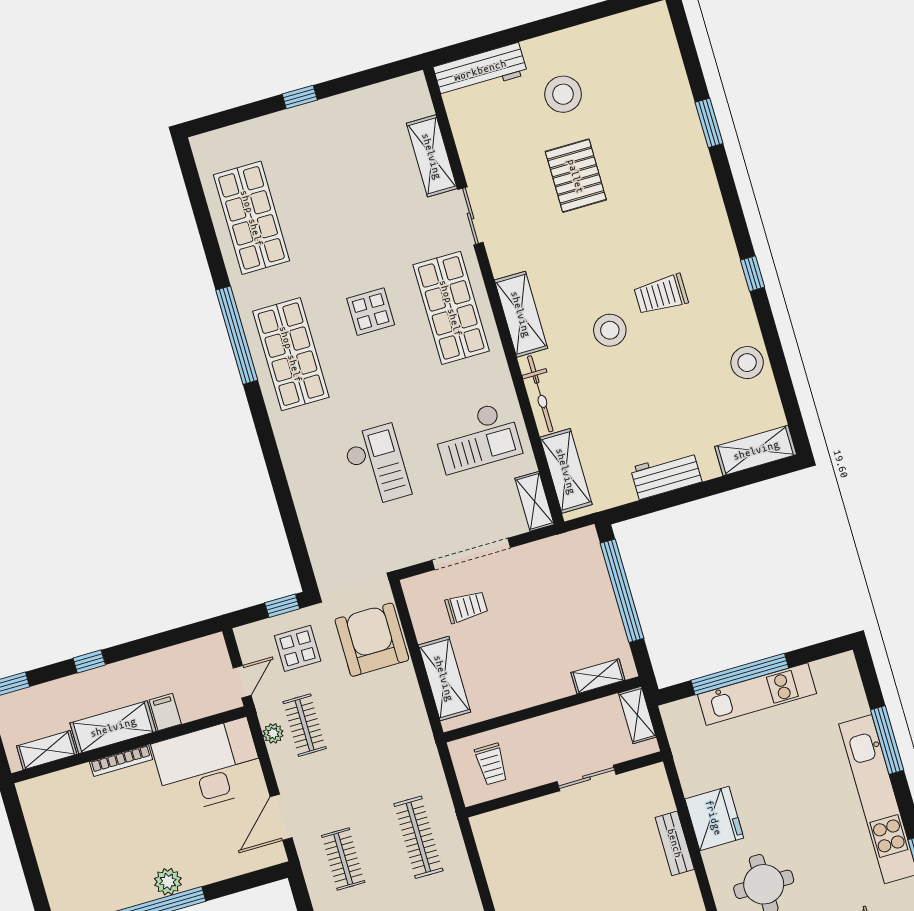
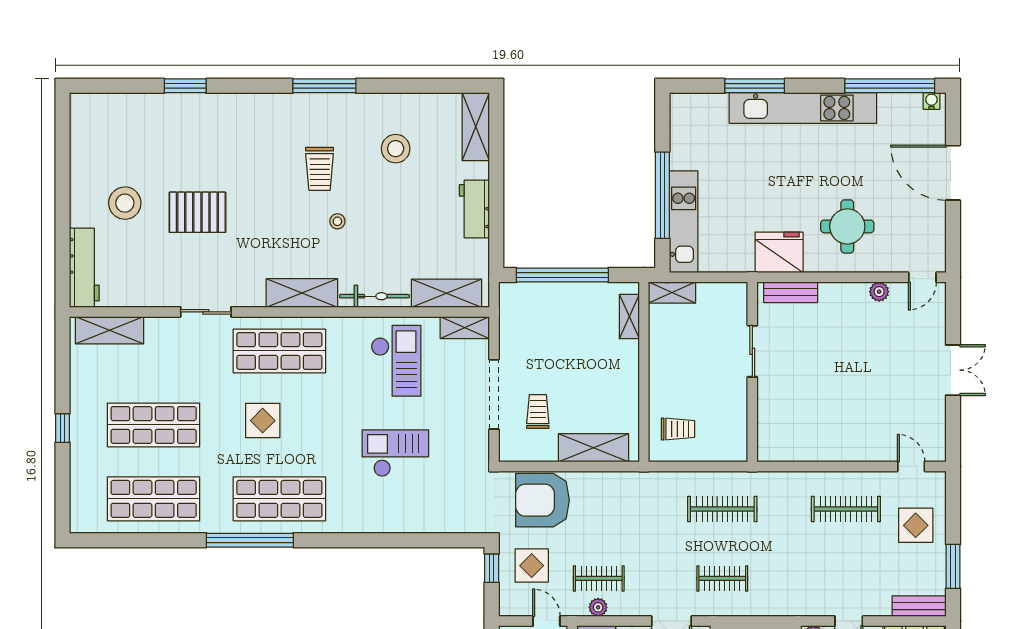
shelving: (432, 156) -> (109, 330), moved
shop shelf: (332, 195) -> (154, 425), added
window: (753, 274) -> (324, 86), width x2.17
stool: (610, 330) -> (337, 221), width x0.53, depth x0.53
stool: (747, 363) -> (396, 149), moved
kitchen unit: (757, 694) -> (684, 222), moved
sliding door: (586, 778) -> (752, 351), moved
wall: (564, 784) -> (752, 372), moved

